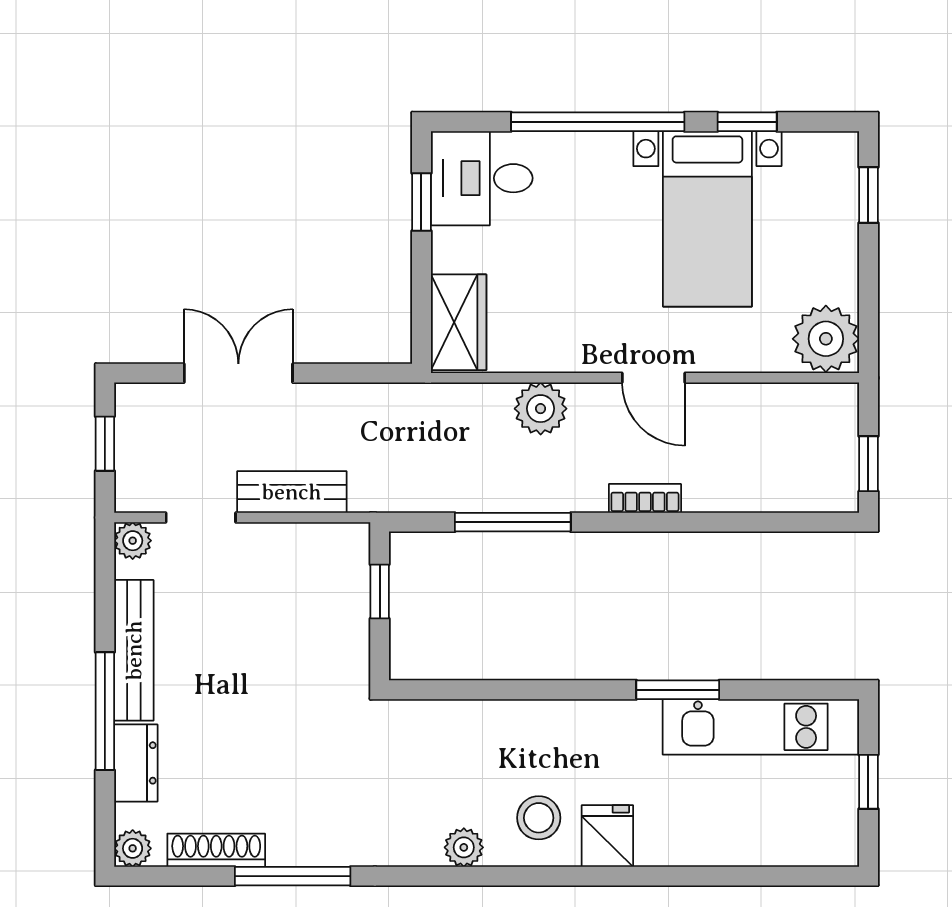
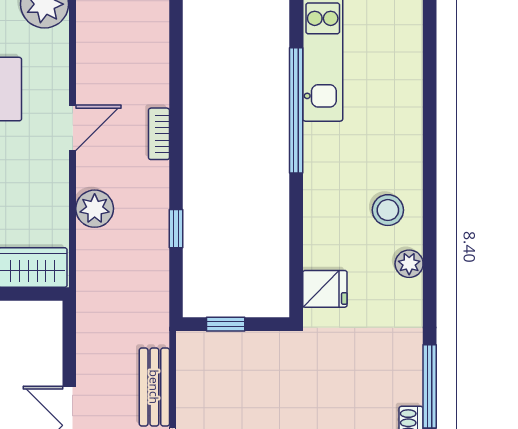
window: (513, 522) -> (176, 229), width x0.46
window: (678, 690) -> (296, 110), width x2.11
fridge: (607, 836) -> (325, 289), moved, turned 180

